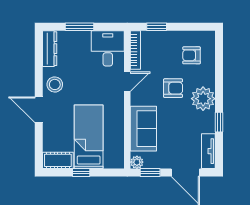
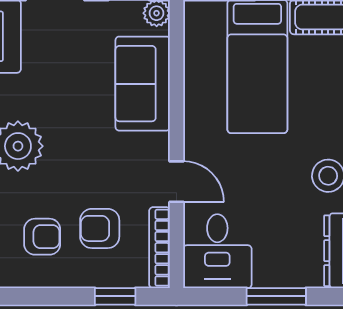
door: (127, 82) -> (176, 182), swing flipped
armchair: (173, 88) -> (100, 228), moved

